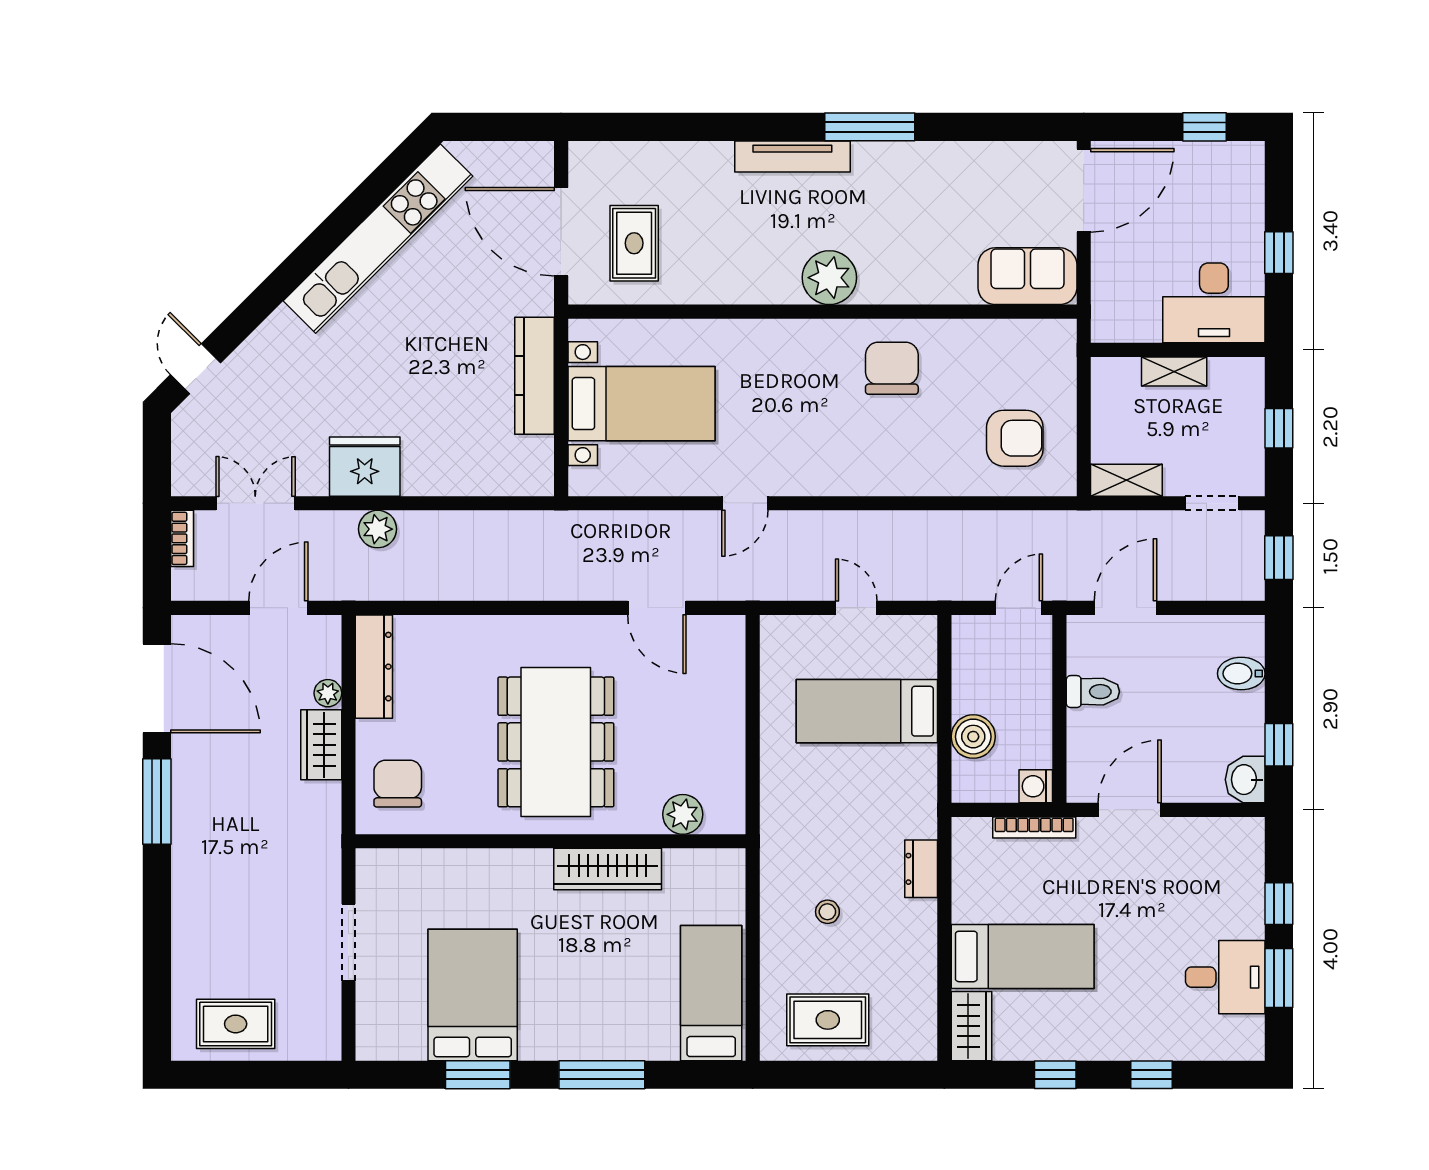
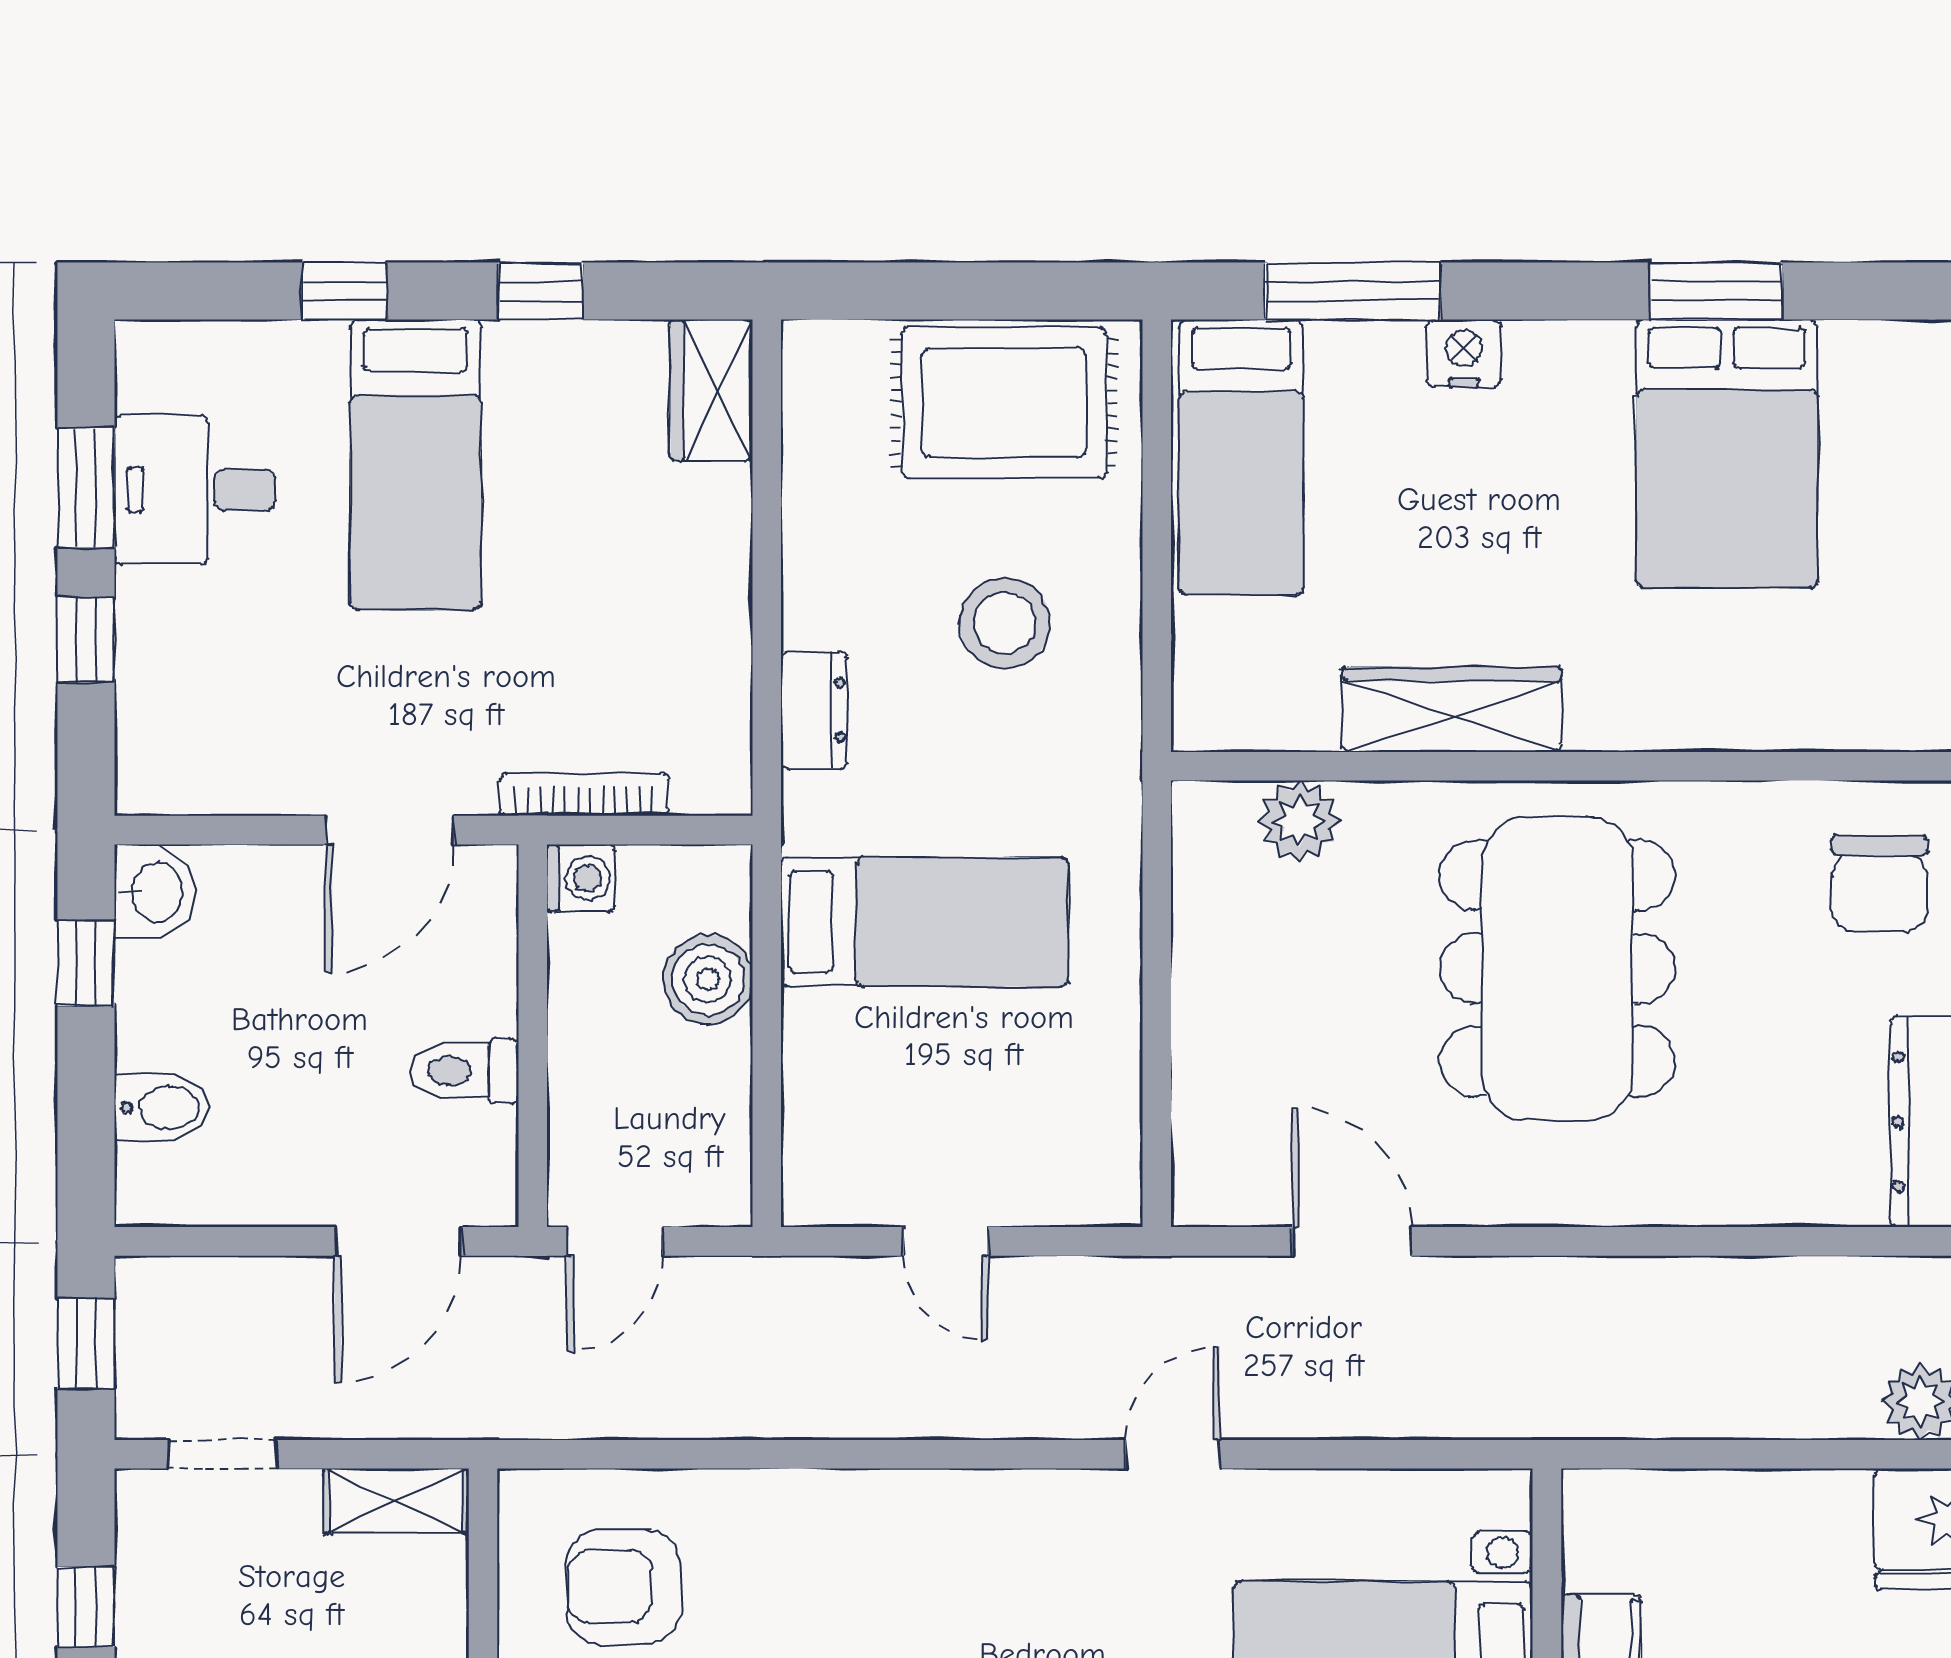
bed: (867, 711) -> (924, 922), moved
stool: (827, 912) -> (1005, 623), width x1.89, depth x1.89
bed: (1023, 956) -> (416, 465), moved, turned -90
rug: (828, 1020) -> (1004, 403), width x1.36, depth x1.43
nightstand: (602, 1044) -> (1464, 354), added
window: (602, 1075) -> (1353, 291), moved

